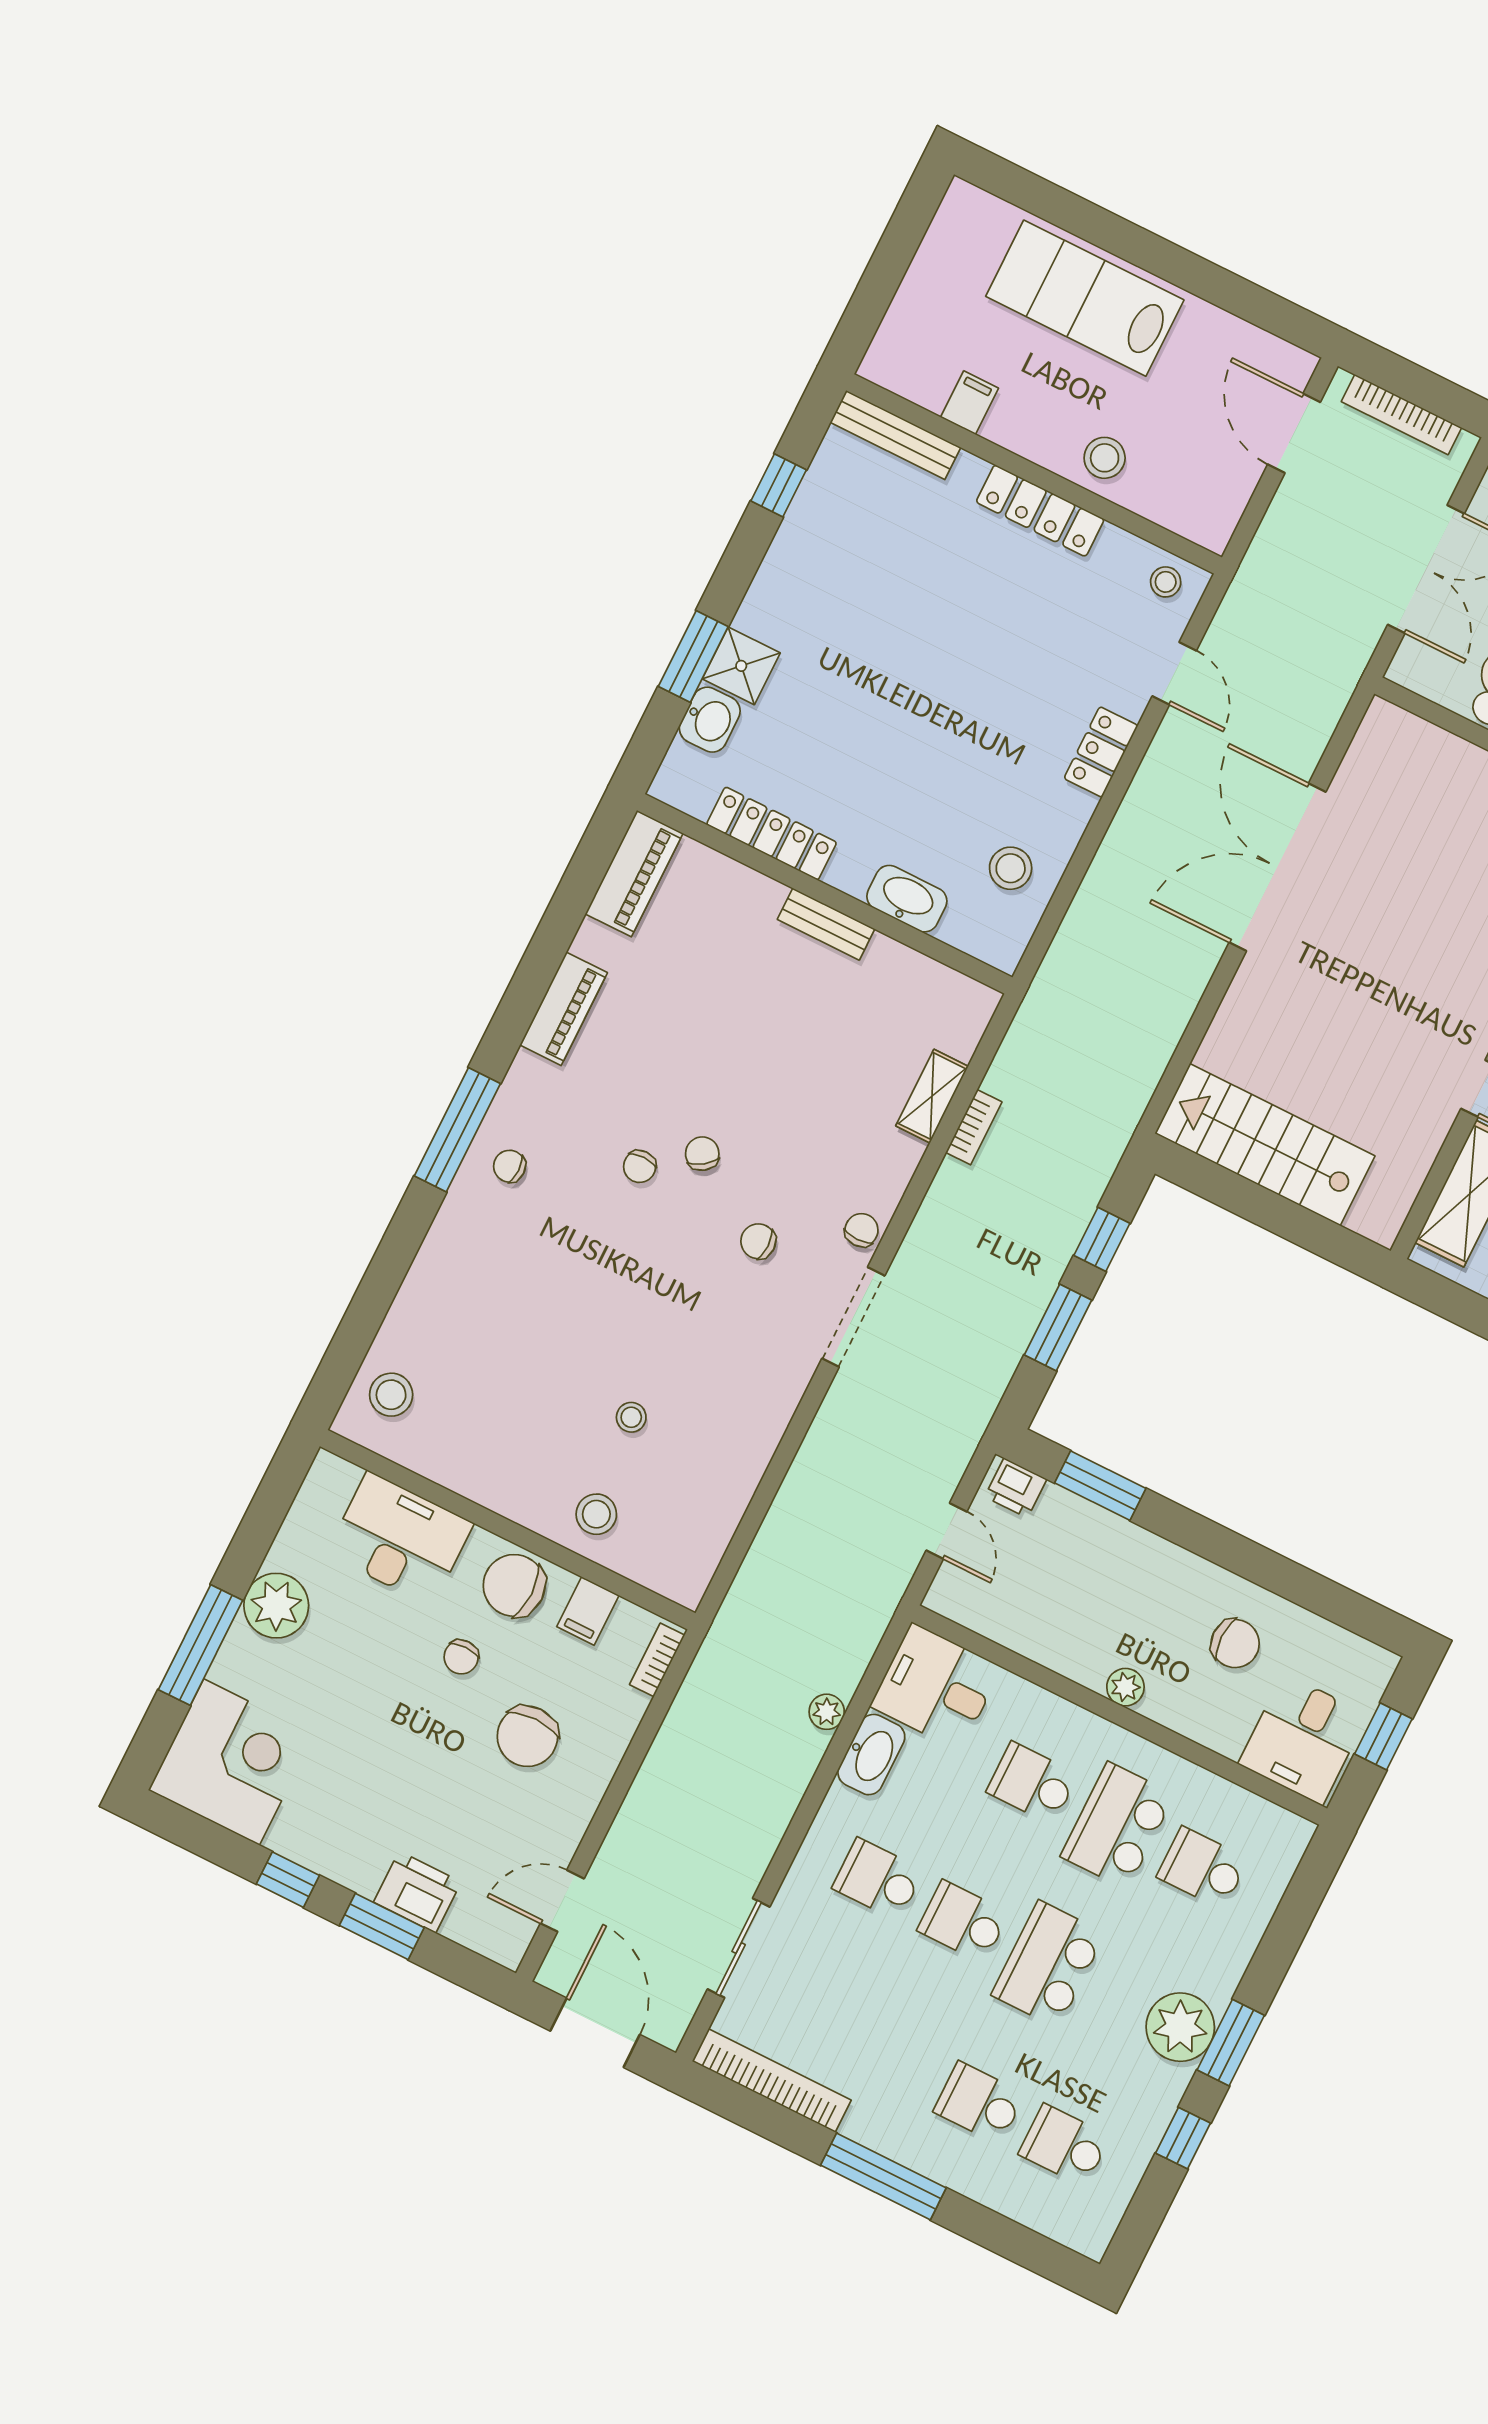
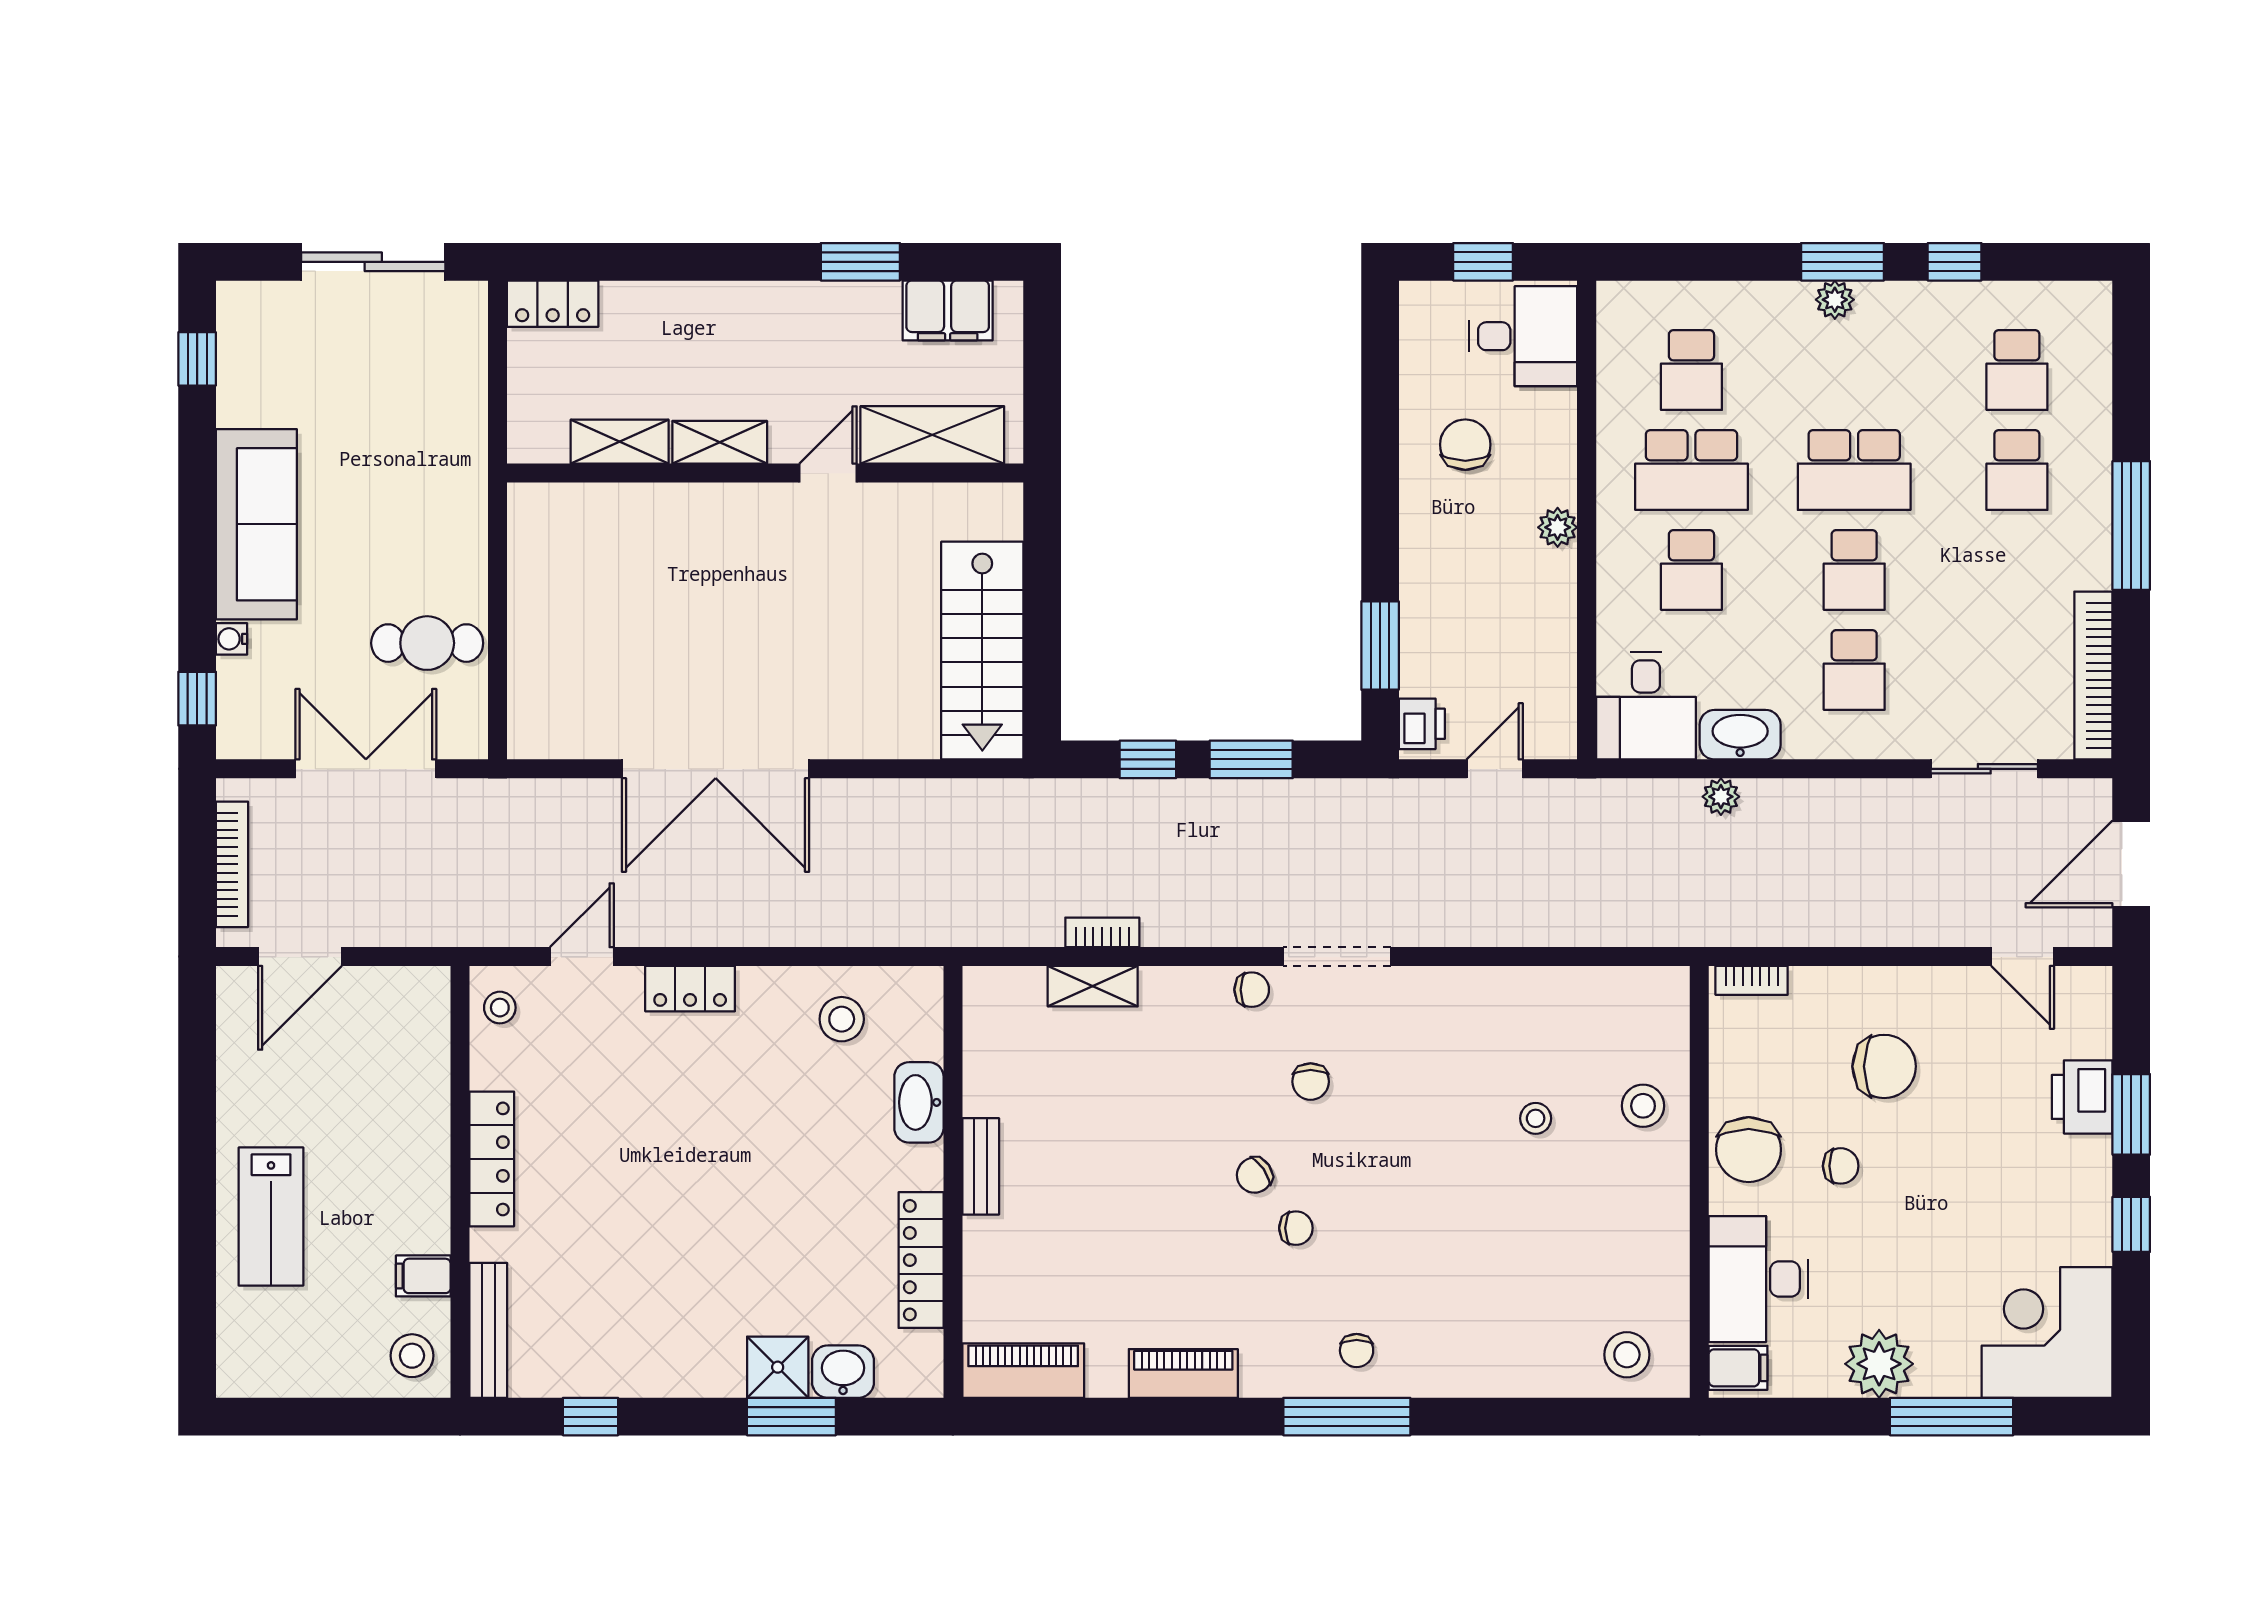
lab bench: (1085, 298) -> (271, 1217), width x0.73, depth x0.72
stool: (1105, 458) -> (412, 1356), moved
chair: (862, 1230) -> (1252, 990), turned 180
filing cabinet: (588, 1611) -> (1738, 1368), moved
plant: (1180, 2027) -> (1835, 300), width x0.53, depth x0.53

